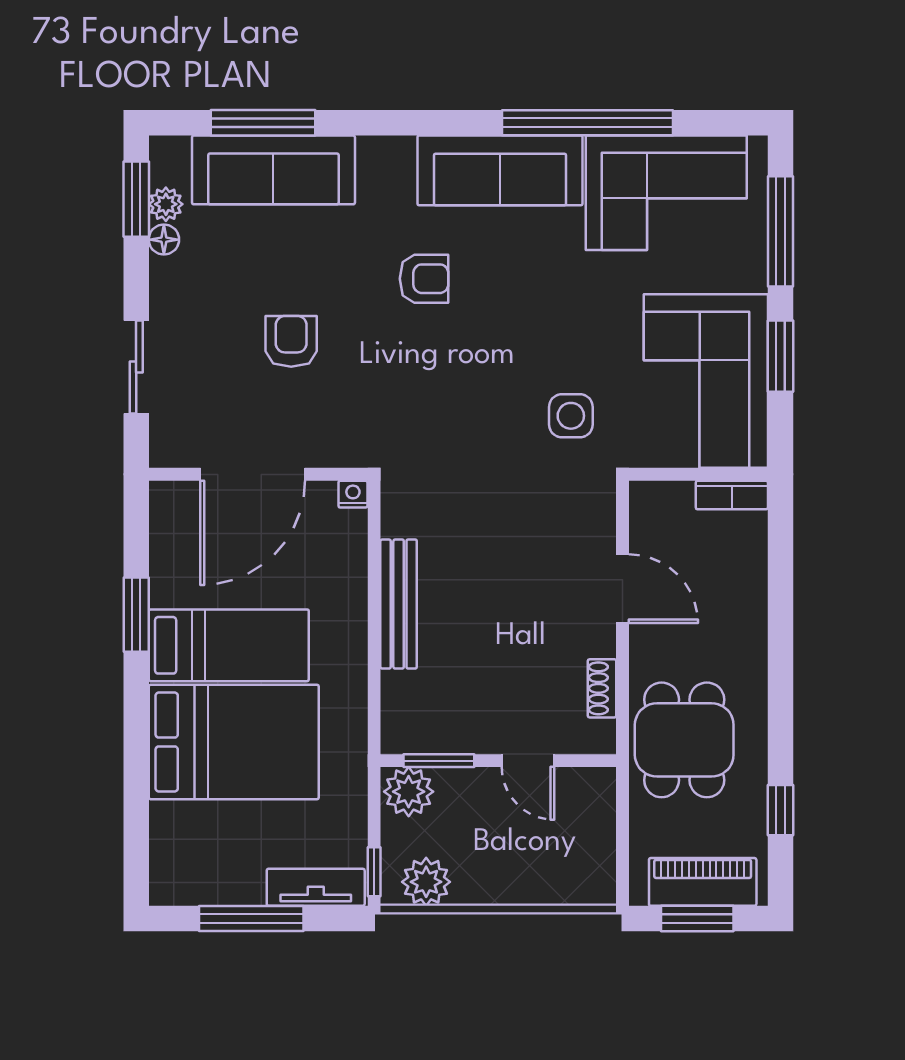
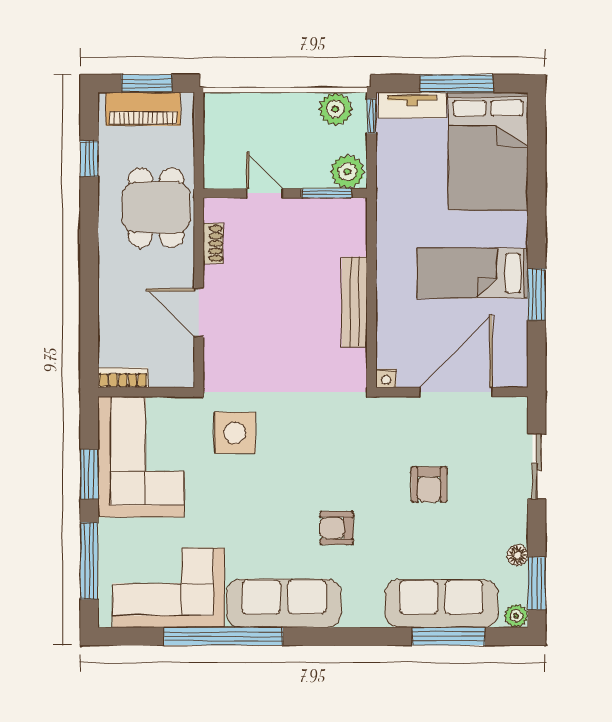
plant: (166, 204) -> (516, 616), moved
side table: (571, 416) -> (235, 433), width x1.37, depth x1.37
bed: (234, 742) -> (488, 151), moved, turned -90

